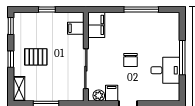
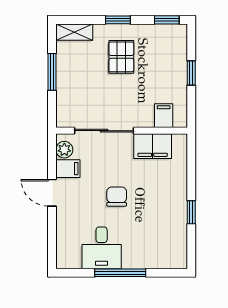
window: (141, 9) -> (191, 212), width x0.46
filing cabinet: (96, 25) -> (153, 146), moved
chair: (131, 60) -> (117, 197), turned 90

